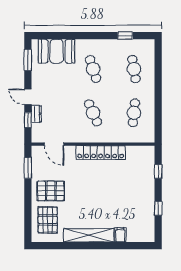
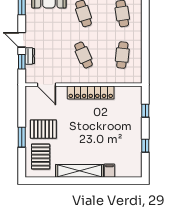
window: (28, 168) -> (22, 137), moved

